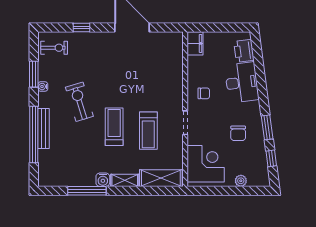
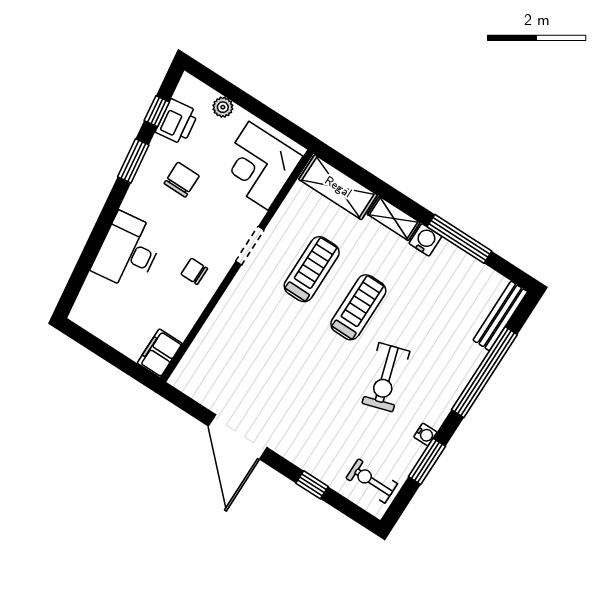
printer: (244, 51) -> (177, 122), moved
treadmill: (114, 127) -> (358, 307), turned 180
bench: (44, 129) -> (500, 316), moved

